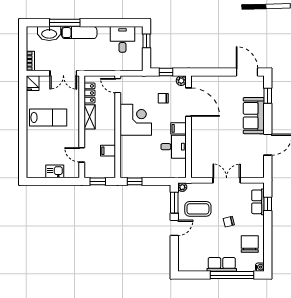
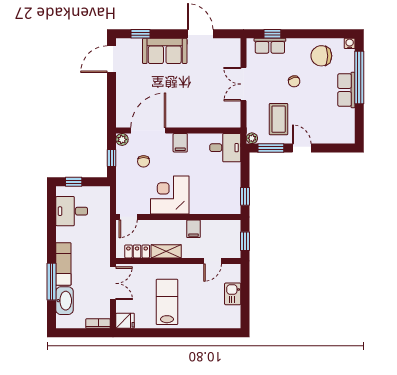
desk: (174, 147) -> (225, 148), moved, turned 90
filing cabinet: (108, 151) -> (193, 229), moved

